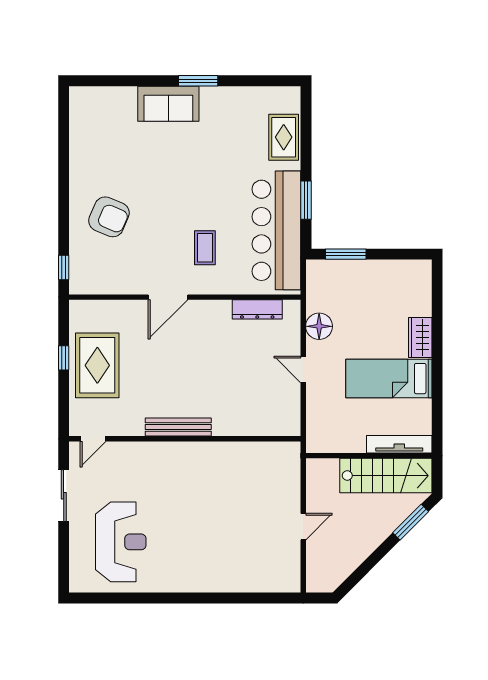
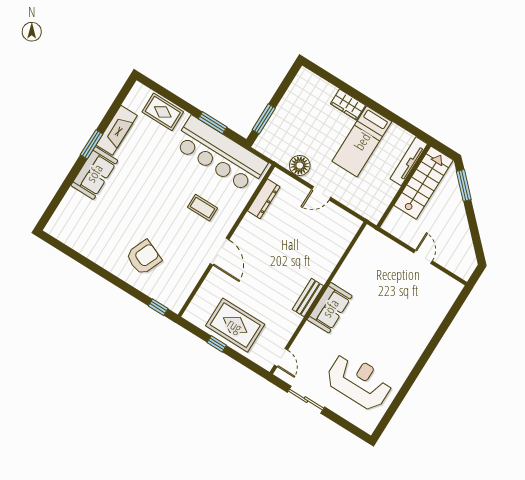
fireplace: (231, 99) -> (117, 130), added
bench: (178, 427) -> (308, 298), width x0.73
sofa: (182, 458) -> (330, 308), added

